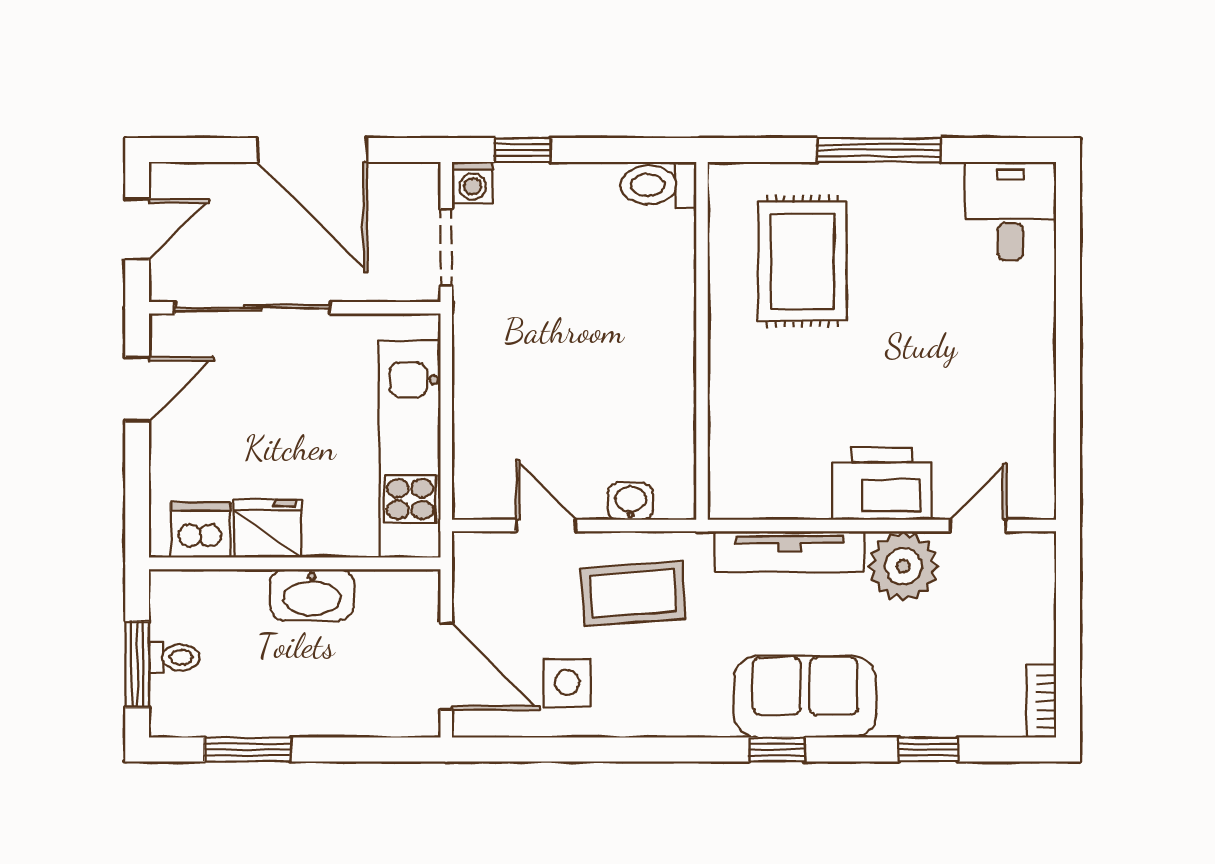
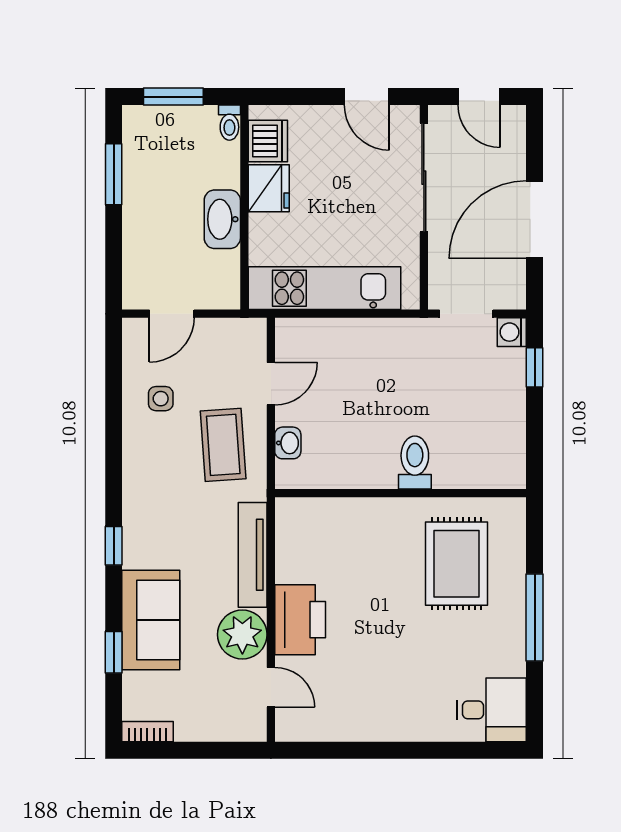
toilet: (658, 185) -> (415, 463), moved
rug: (802, 261) -> (457, 564), turned 90
toilet: (174, 657) -> (229, 123), moved
door: (446, 667) -> (172, 314), width x0.73
side table: (567, 682) -> (161, 399), width x0.73, depth x0.73
sofa: (805, 697) -> (151, 620), moved

